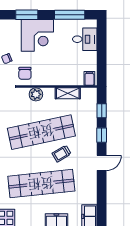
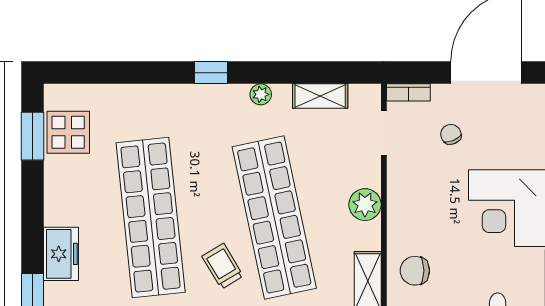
chair: (25, 73) -> (415, 271), moved

